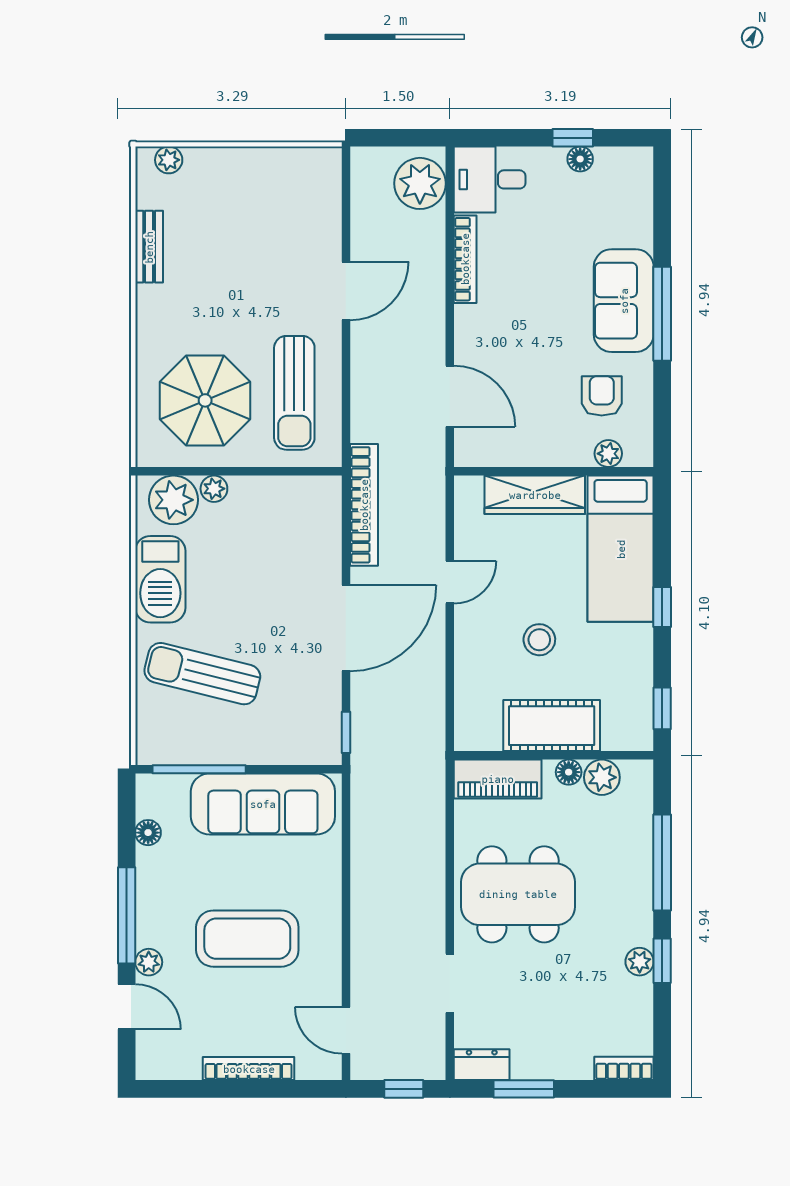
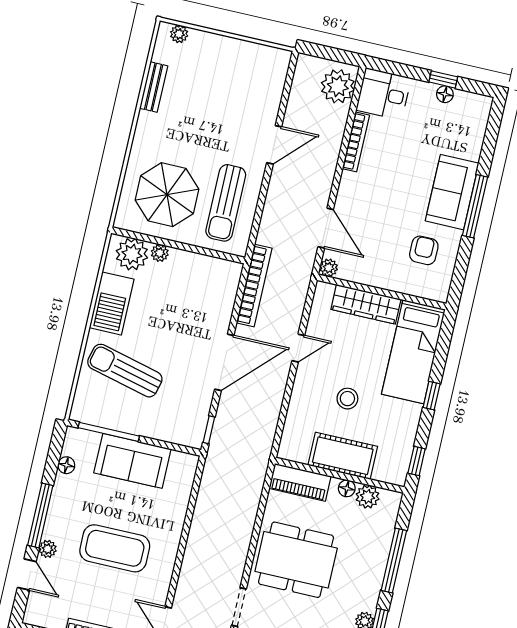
plant: (608, 454) -> (329, 268), moved
sofa: (263, 804) -> (132, 461), width x0.73

